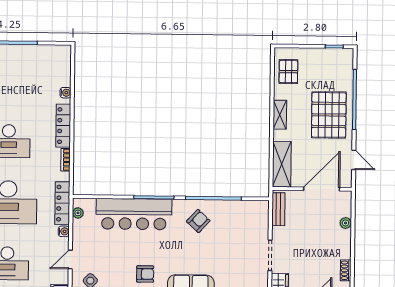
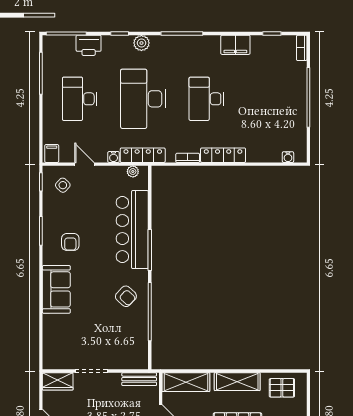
water cooler: (65, 93) -> (288, 157), moved
shelving: (280, 115) -> (237, 382), width x1.50, depth x1.33

